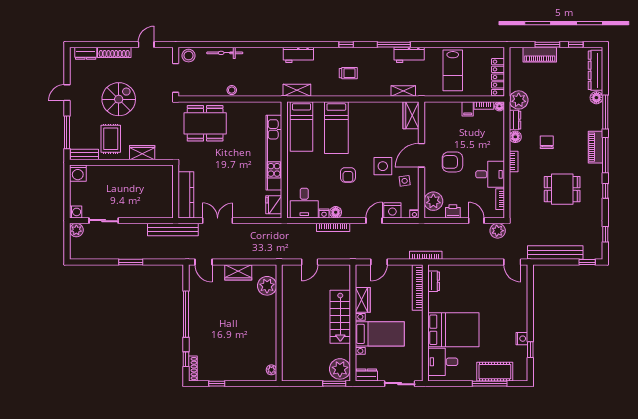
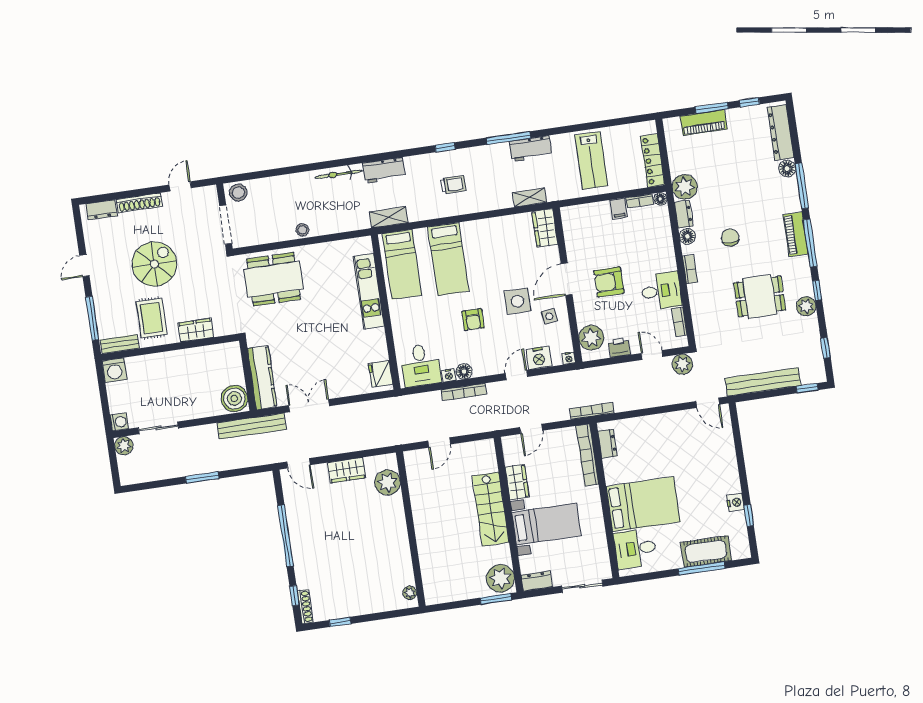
bicycle: (225, 53) -> (339, 174), moved
kitchen unit: (274, 153) -> (369, 291), width x0.73
plant: (595, 201) -> (806, 306), added
boiler: (163, 207) -> (234, 398), added

